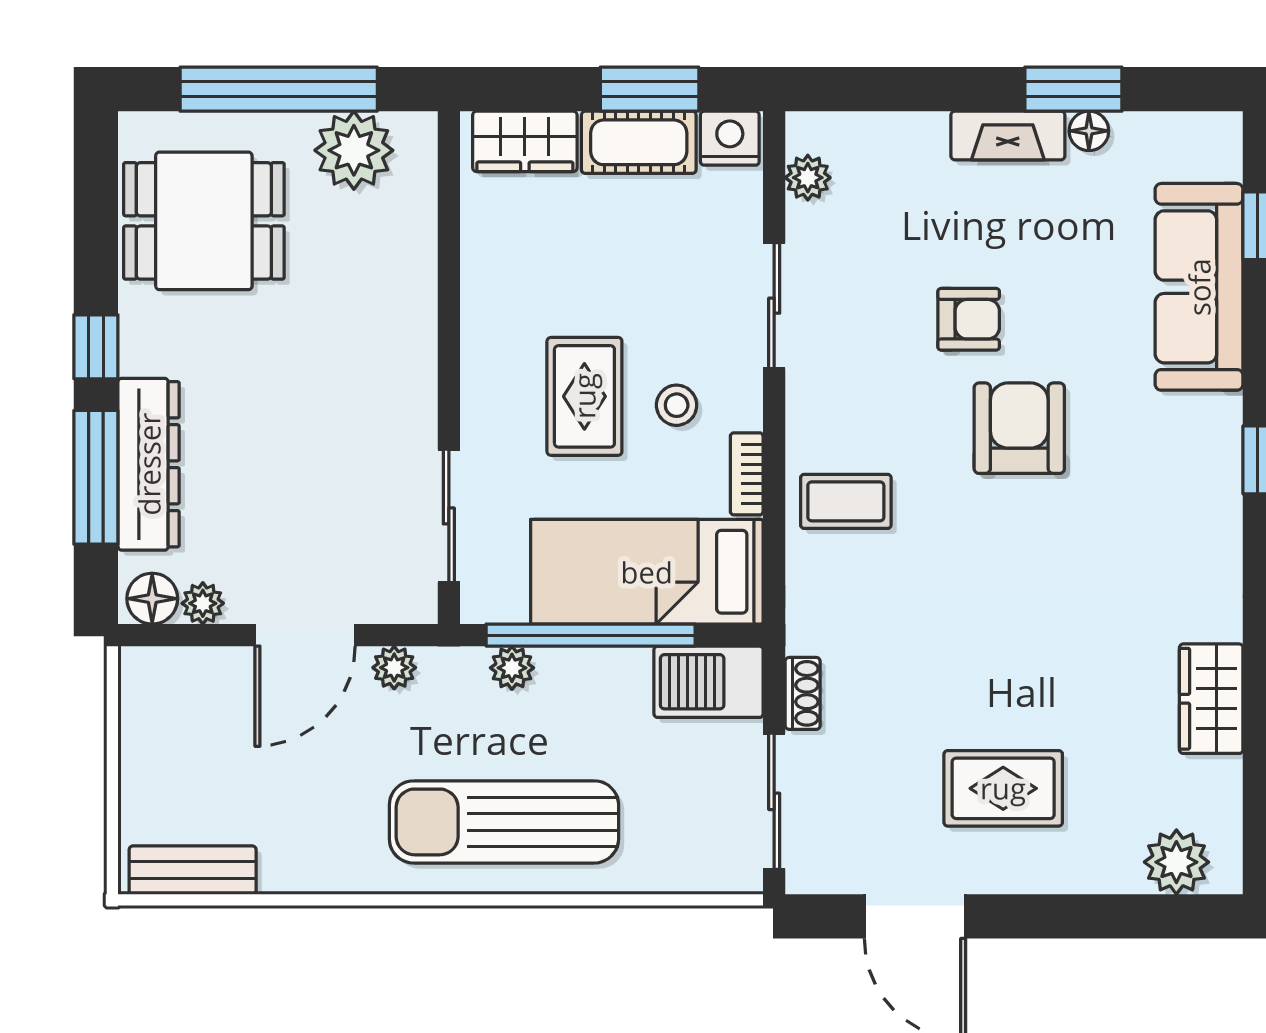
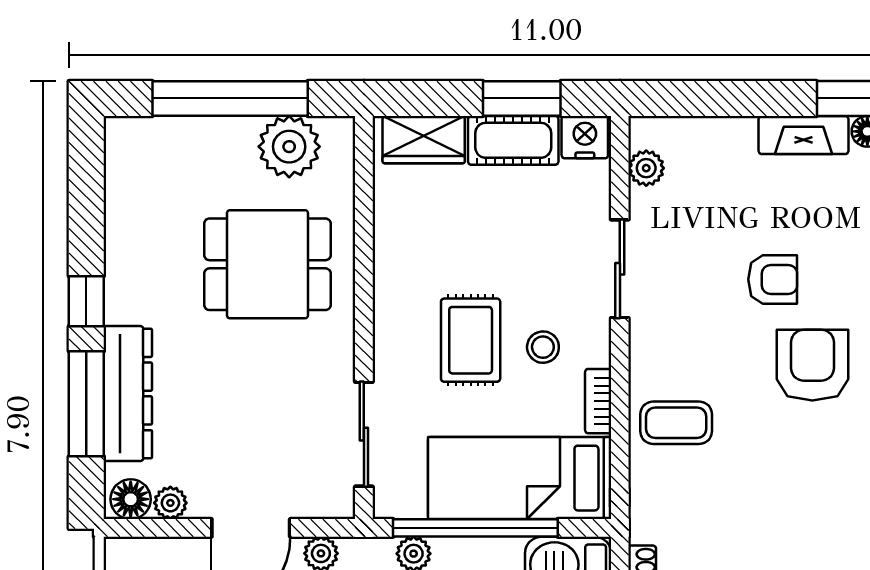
dining table: (204, 221) -> (267, 264), moved

